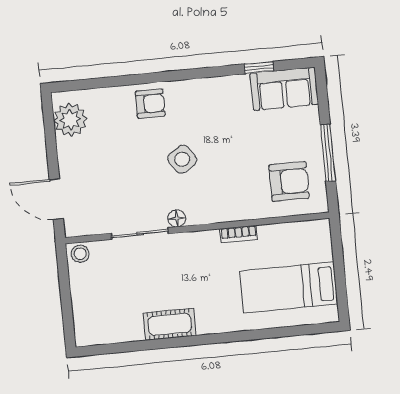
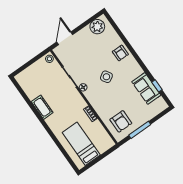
sofa: (284, 89) -> (146, 88), moved

